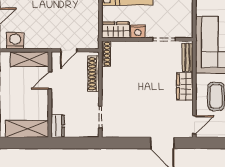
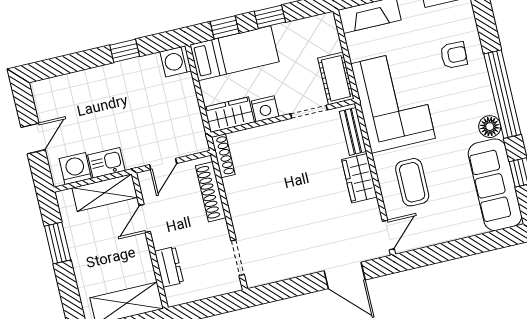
cot: (185, 23) -> (336, 78), added
kitchen sink: (35, 42) -> (106, 163), added
dresser: (58, 126) -> (169, 267), moved

